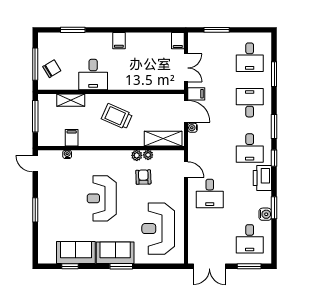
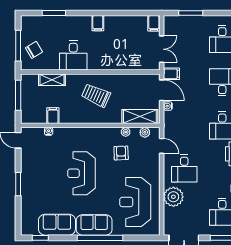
plant: (137, 155) -> (145, 132), moved
plant: (198, 223) -> (173, 197), added
window: (70, 266) -> (40, 238), moved
window: (121, 266) -> (100, 238), width x2.11

